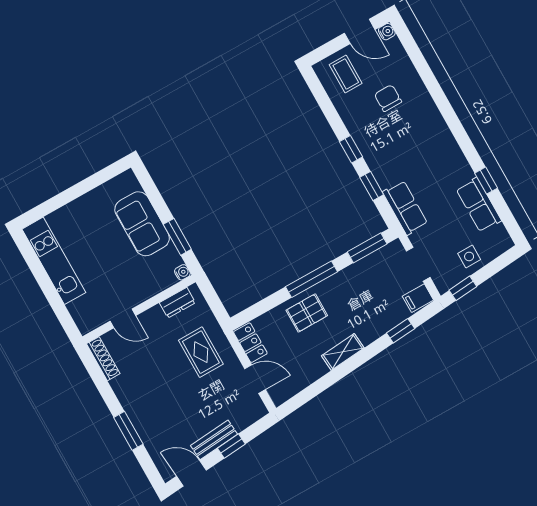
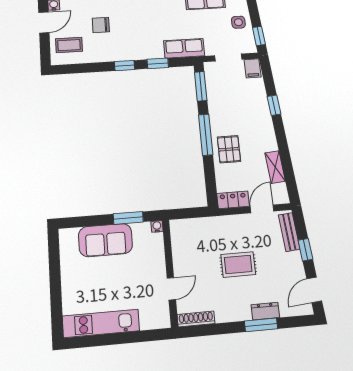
dresser: (177, 303) -> (265, 311), moved, turned -90
window: (401, 331) -> (274, 105), moved
rug: (201, 352) -> (238, 264), moved
shelving: (343, 352) -> (275, 167), moved
bench: (214, 440) -> (289, 232), moved

